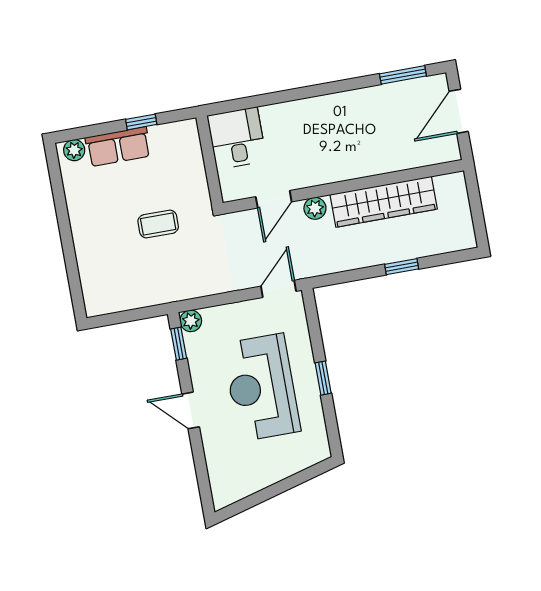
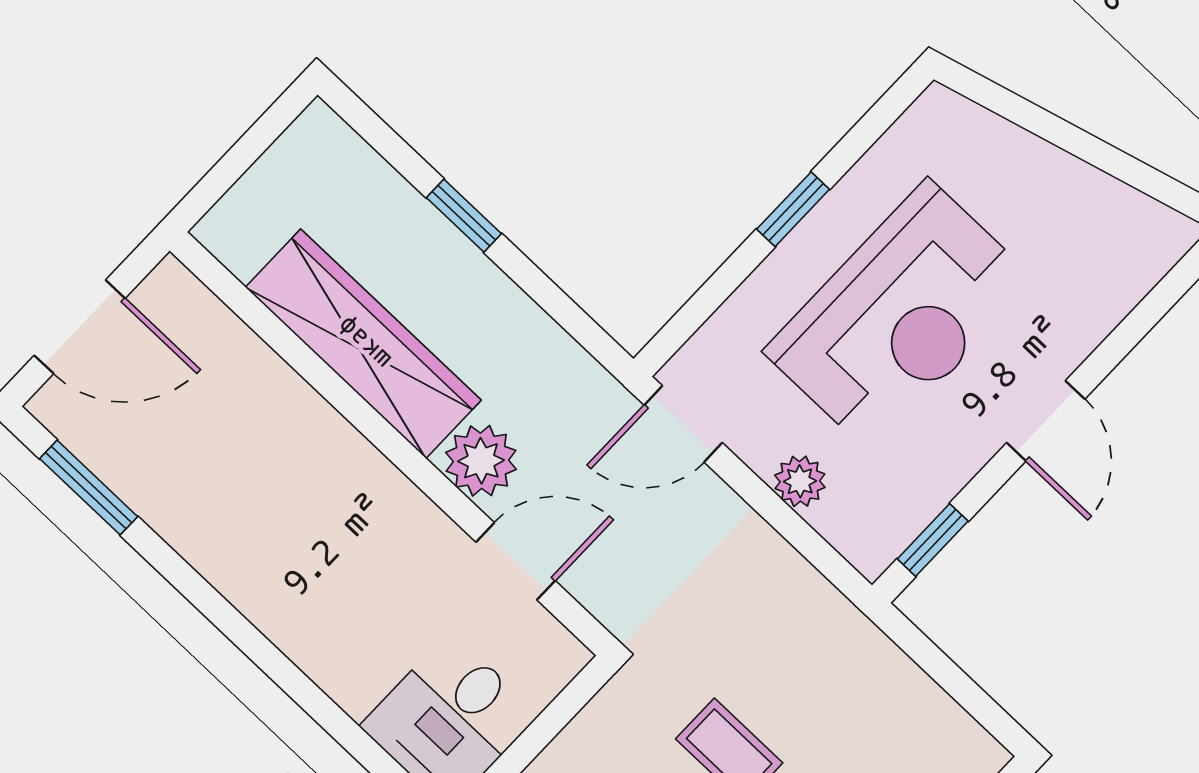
plant: (315, 208) -> (481, 461), width x1.38, depth x1.38
plant: (191, 321) -> (800, 481), moved

